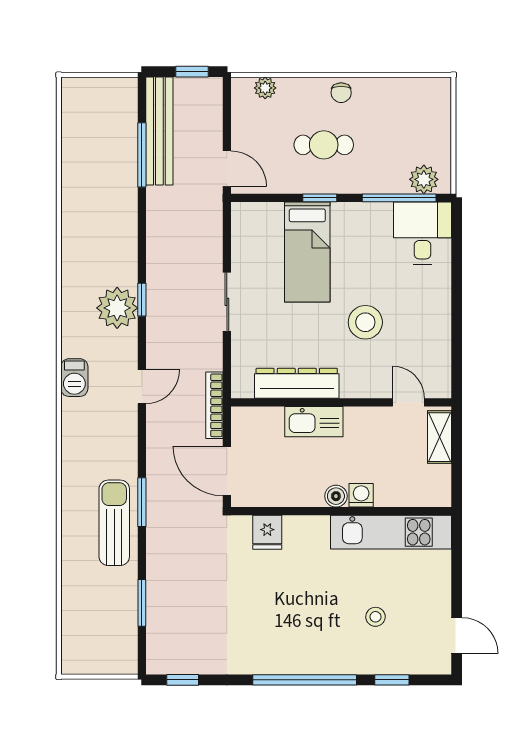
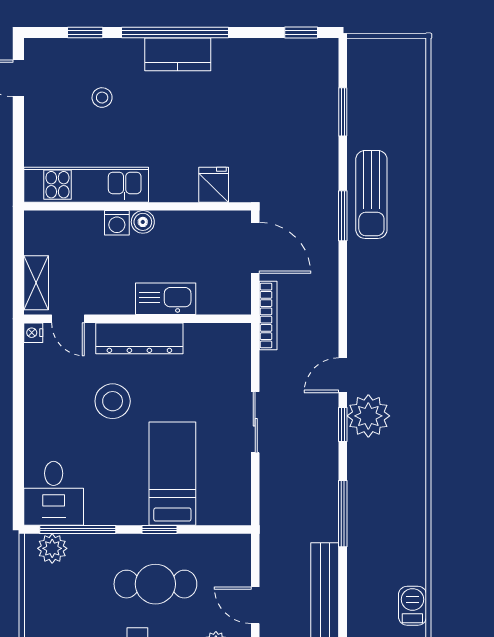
cafe table: (324, 145) -> (155, 584), width x1.37, depth x1.35
window: (142, 155) -> (343, 514), moved
door: (227, 169) -> (255, 605), moved
barbecue: (74, 378) -> (412, 606), moved
dresser: (297, 383) -> (139, 338), moved
door: (142, 387) -> (343, 375), moved
nightstand: (442, 389) -> (33, 333), added
kitchen counter: (302, 659) -> (178, 54), added

